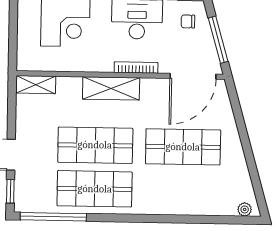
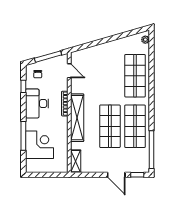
door: (193, 76) -> (69, 71), width x0.53
shelving: (111, 88) -> (77, 118), width x1.47
shop shelf: (183, 147) -> (135, 76), moved

